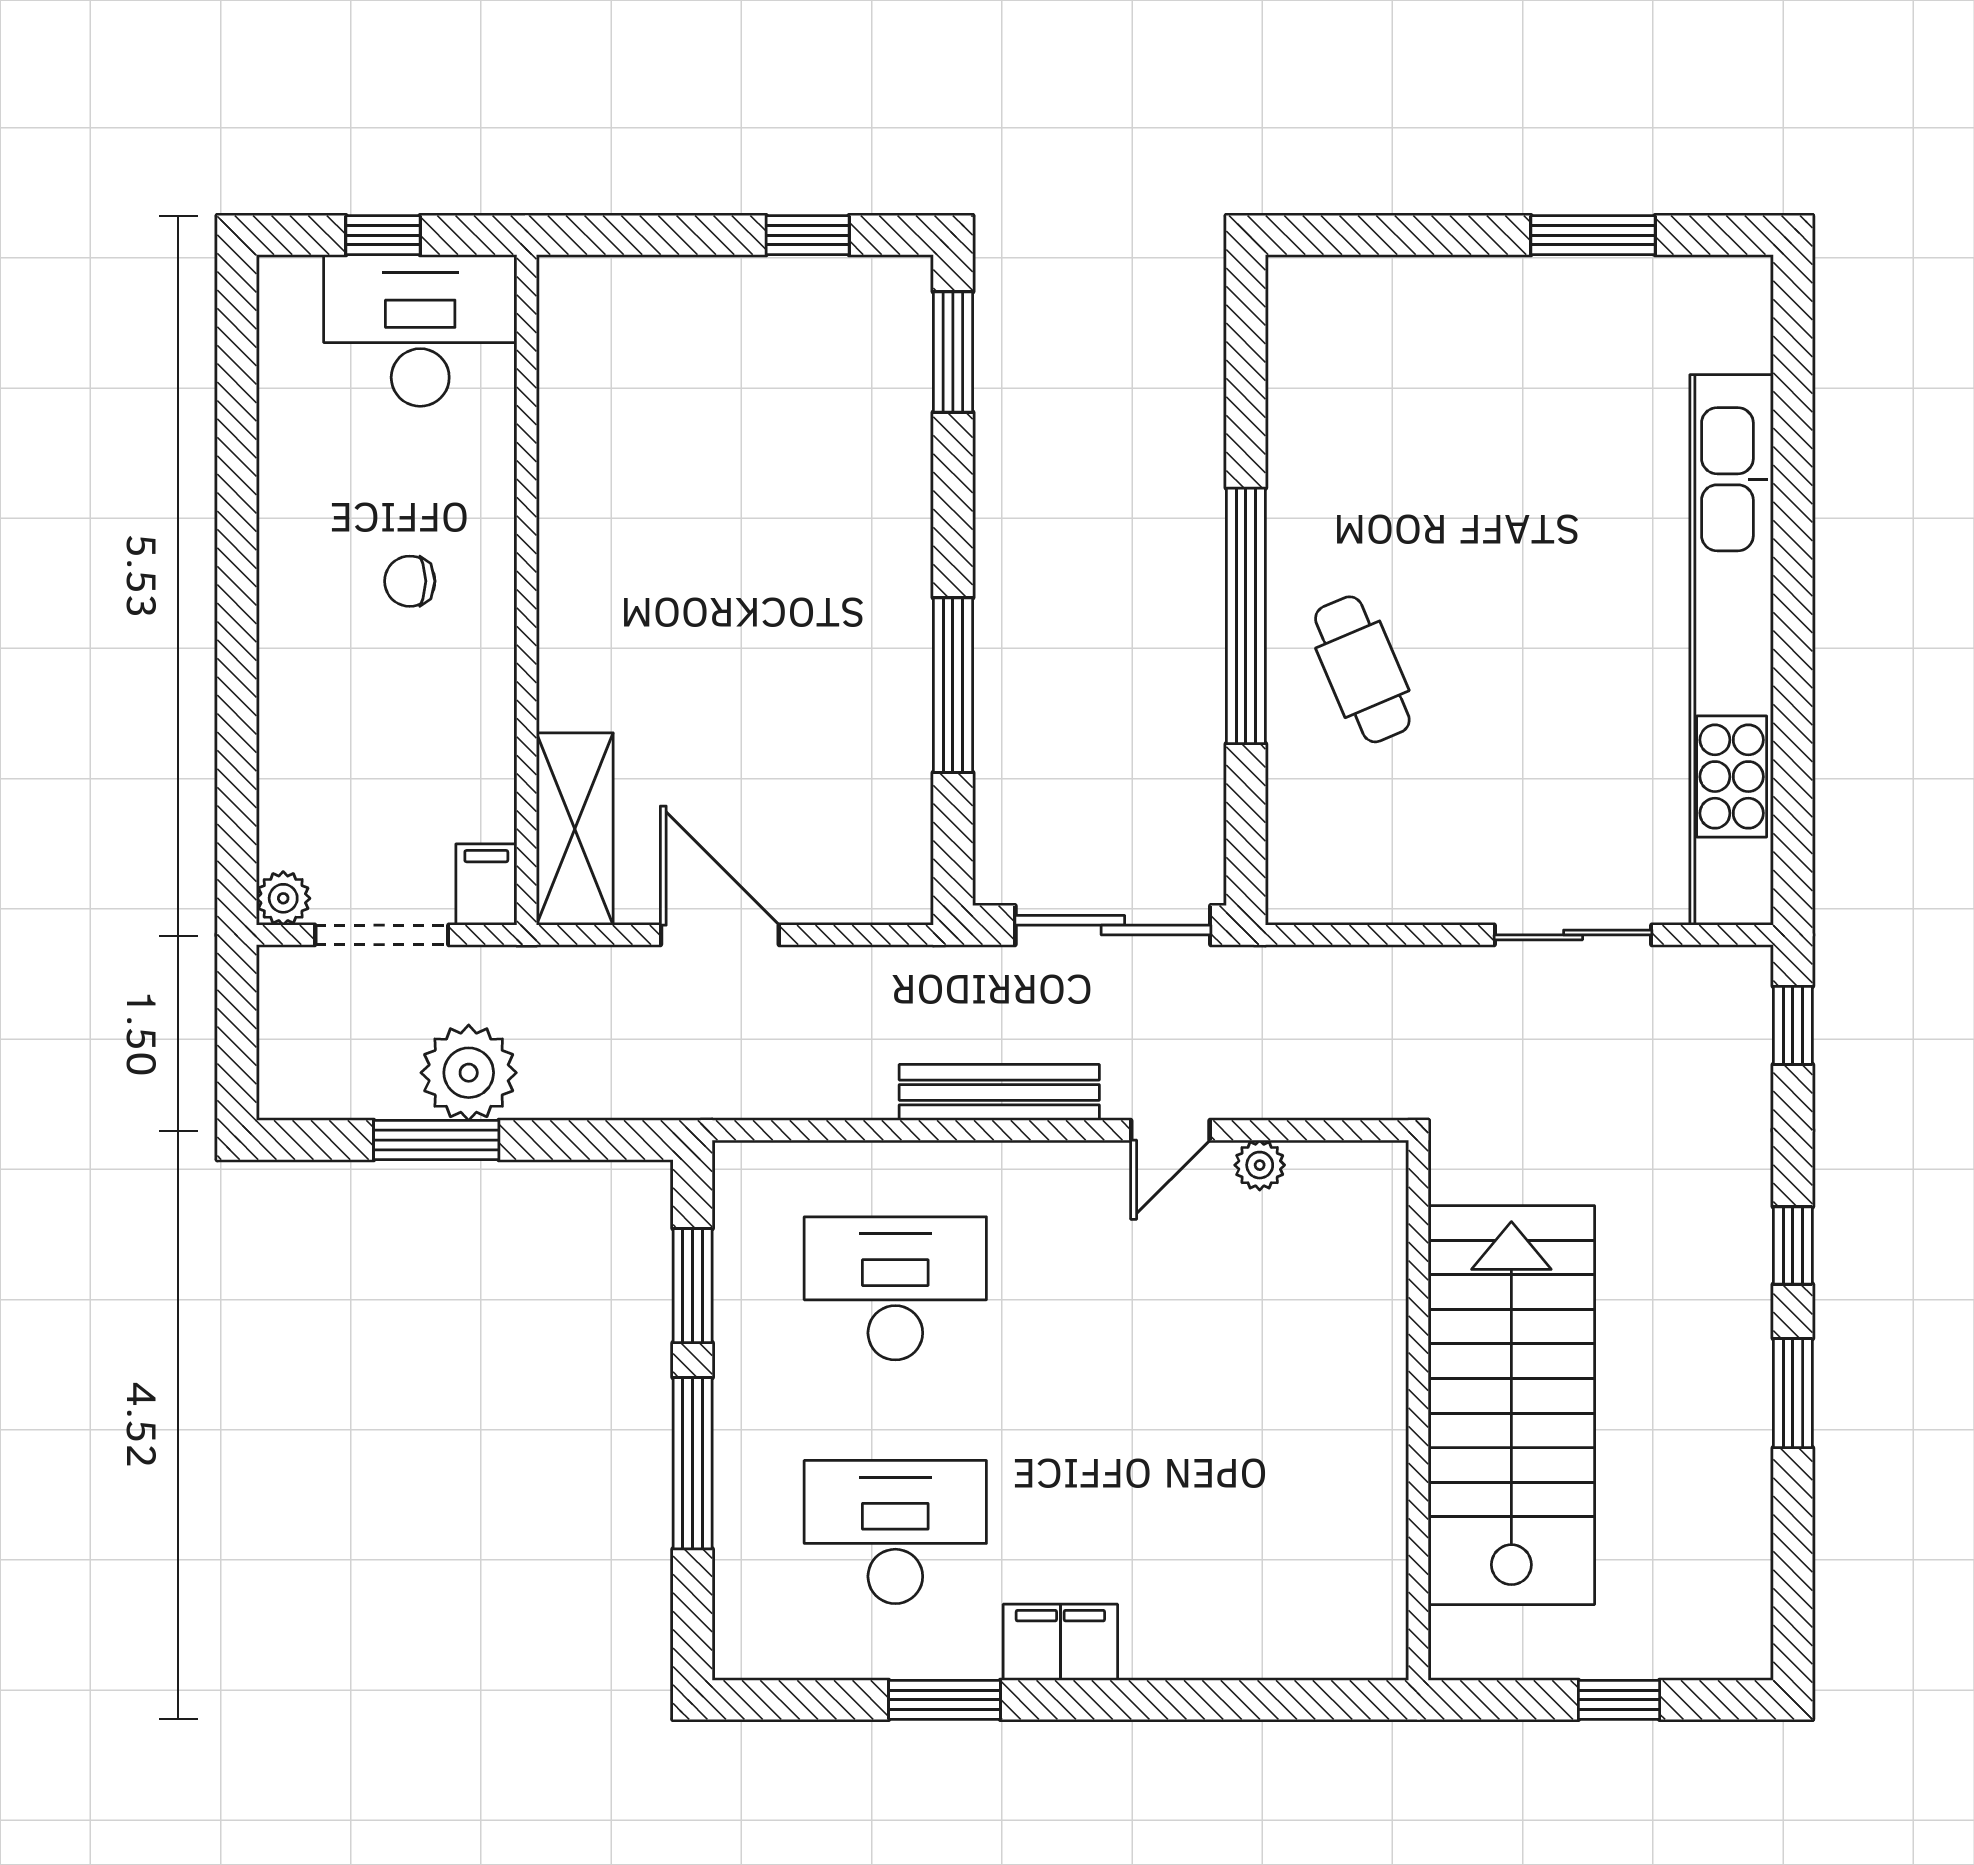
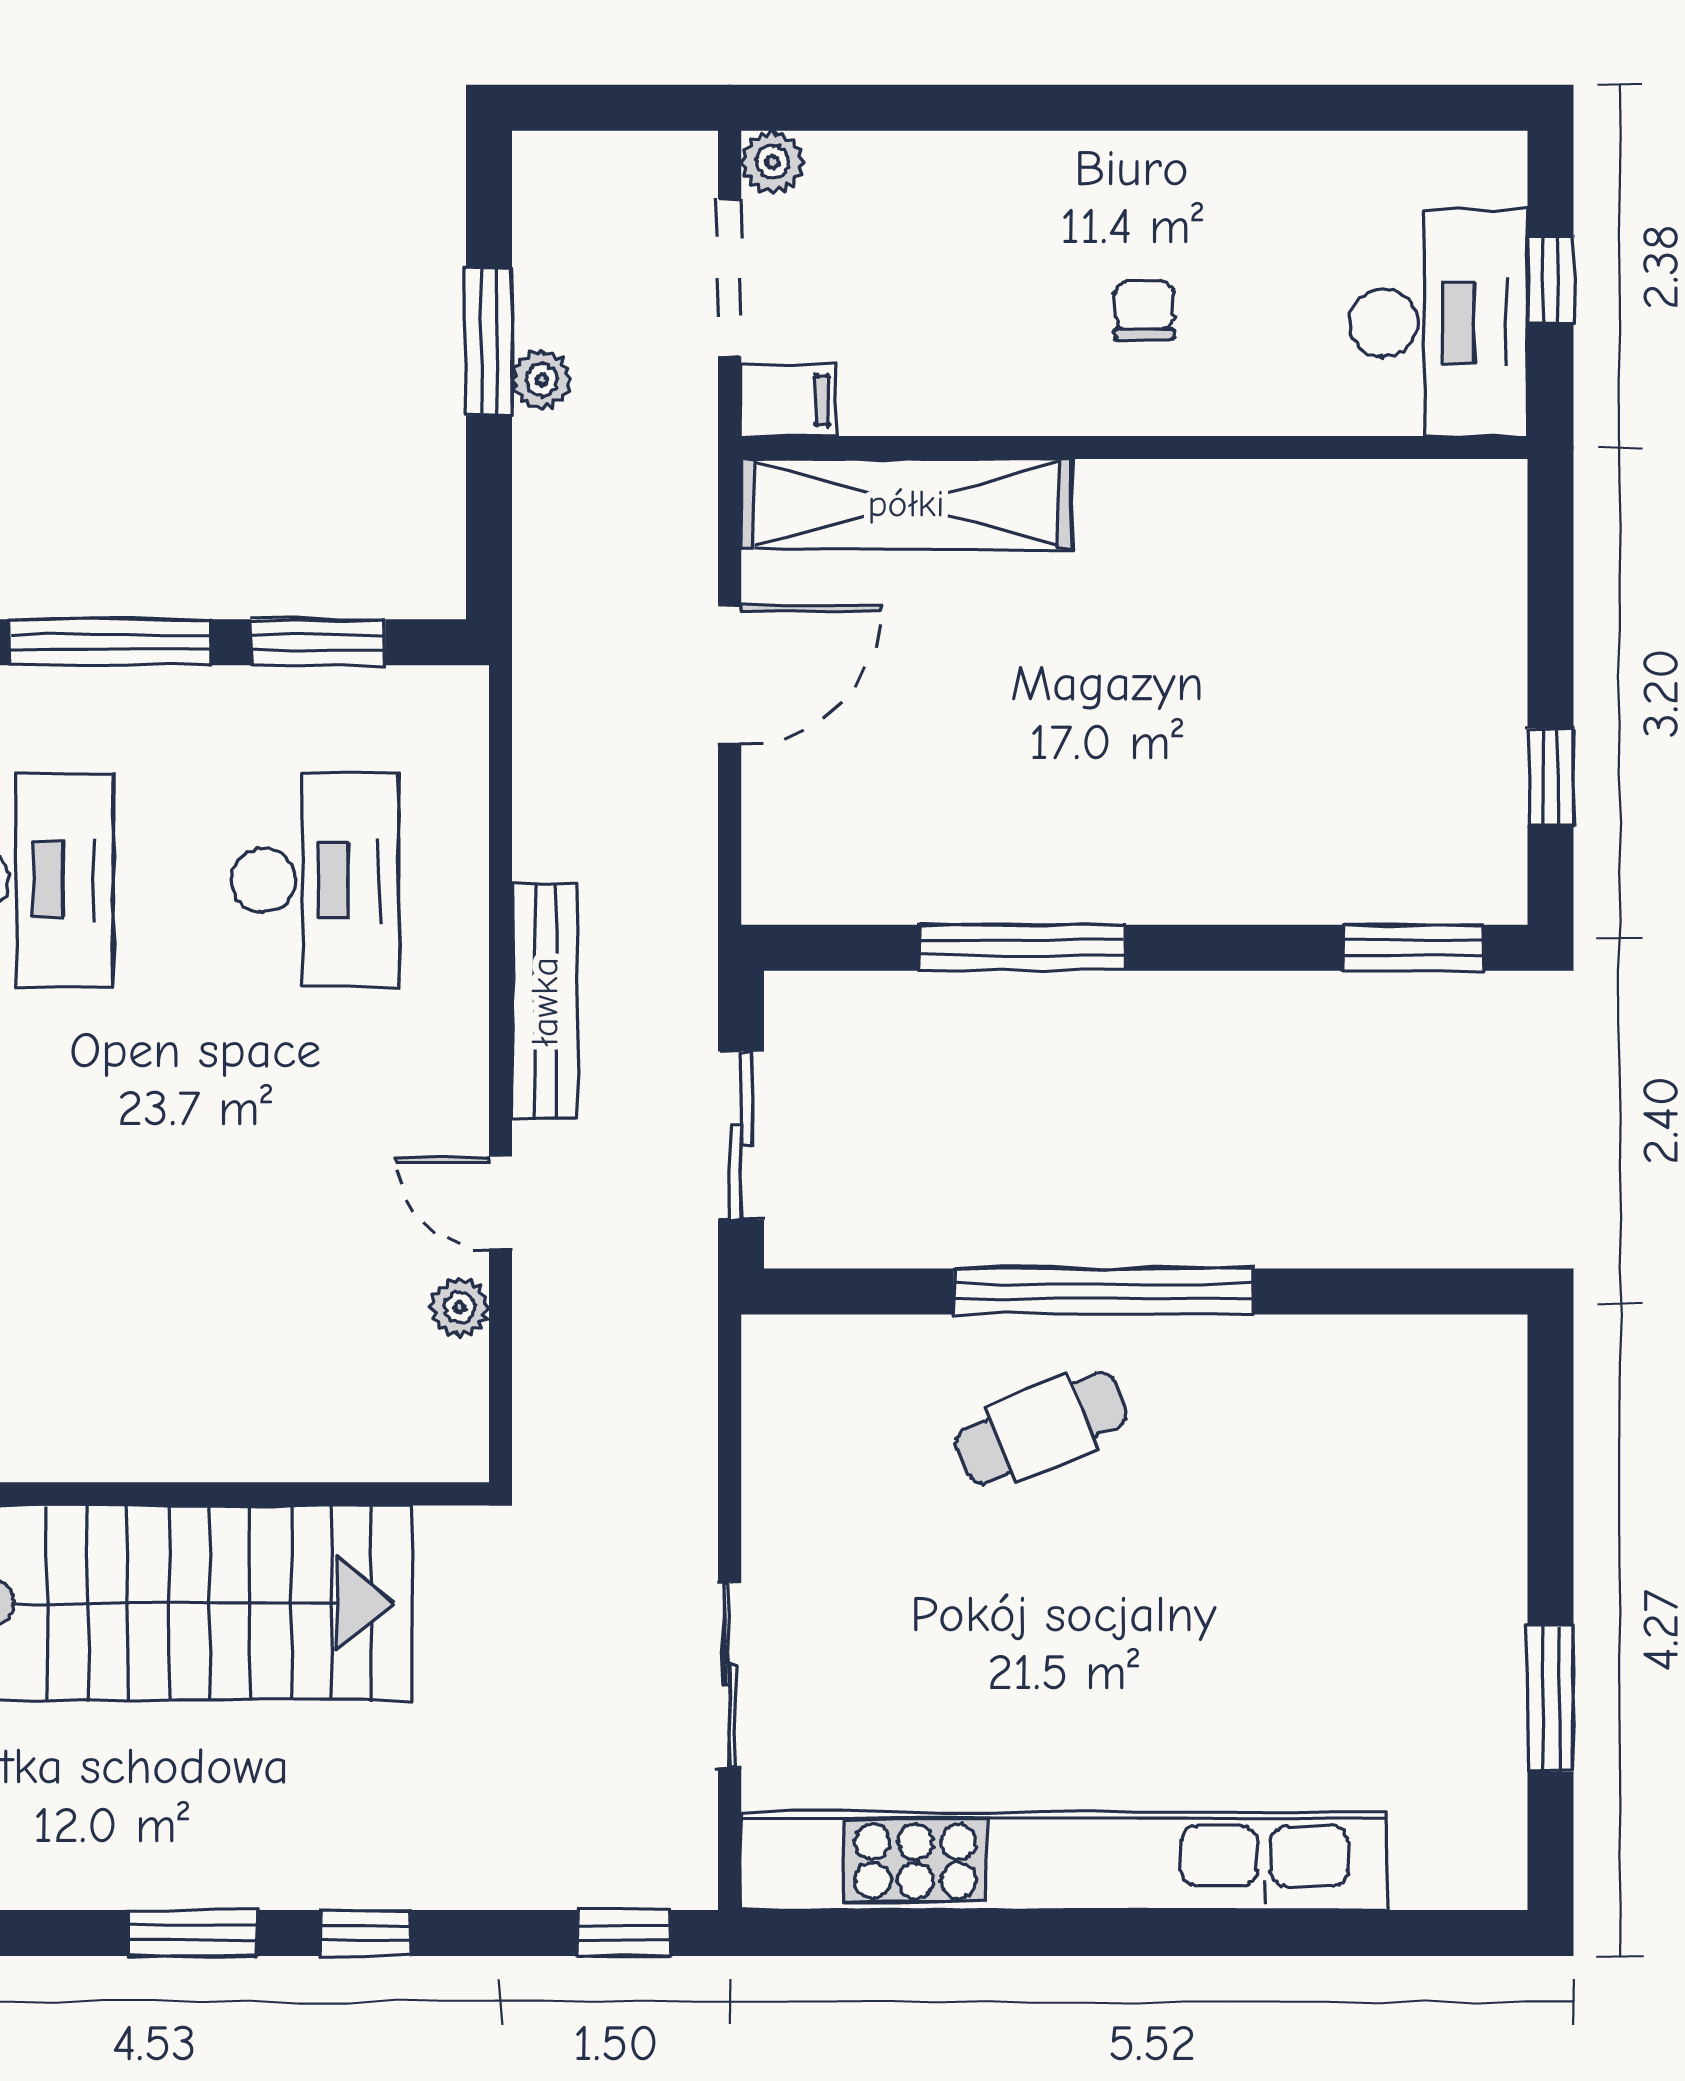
shelving: (575, 829) -> (906, 504), width x1.47
sliding door: (1113, 925) -> (741, 1135), width x0.73
plant: (469, 1073) -> (542, 380), width x0.53, depth x0.53

